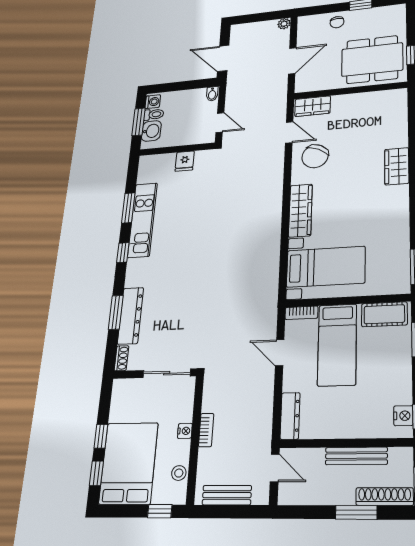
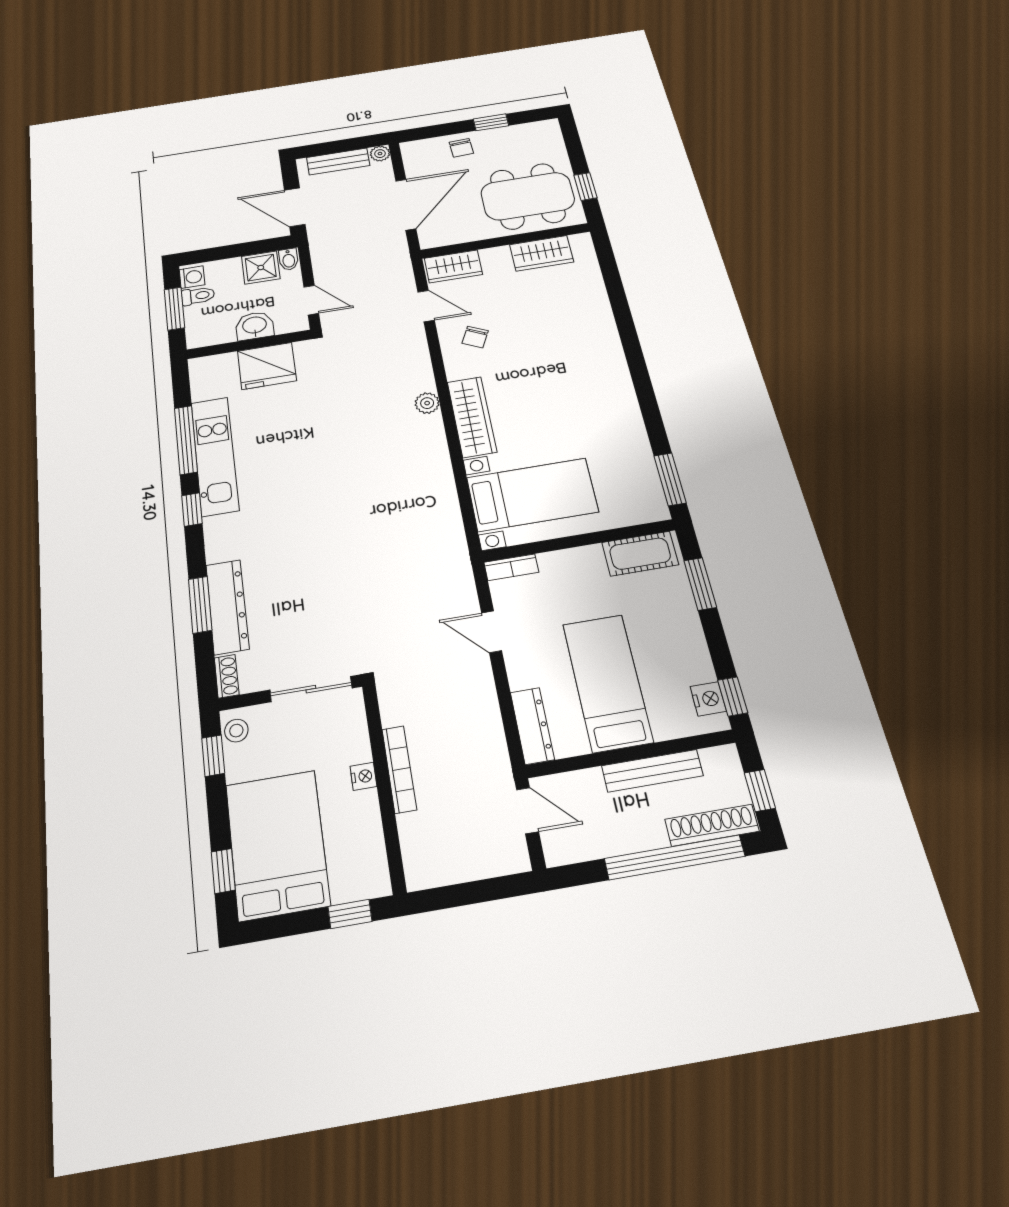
door: (292, 61) -> (406, 205), width x1.36
shower: (194, 98) -> (261, 268), added
washbasin: (151, 131) -> (255, 326), moved, turned -90
chair: (315, 156) -> (475, 337), width x0.54, depth x0.54
fridge: (185, 161) -> (267, 366), width x1.88, depth x1.34
wardrobe: (397, 166) -> (542, 253), moved, turned -90
plant: (275, 198) -> (427, 403), added
window: (128, 208) -> (186, 440), width x1.44
bed: (337, 345) -> (607, 682), moved, turned 180
bookcase: (206, 430) -> (399, 769), width x1.56
window: (101, 436) -> (213, 756), moved
stool: (179, 473) -> (236, 731), moved
bench: (227, 495) -> (338, 161), moved
window: (356, 512) -> (675, 857), width x2.11

